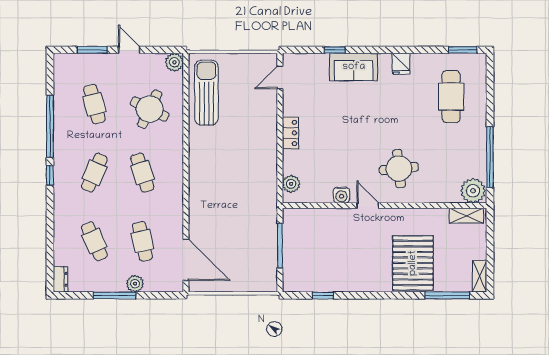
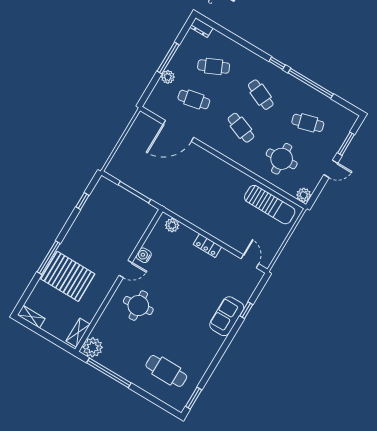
fridge: (401, 64) -> (209, 350), removed
round table: (150, 109) -> (282, 159), turned -30
cafe table: (142, 173) -> (241, 128), turned 39
door: (186, 260) -> (178, 131), moved
window: (447, 295) -> (49, 258), moved

